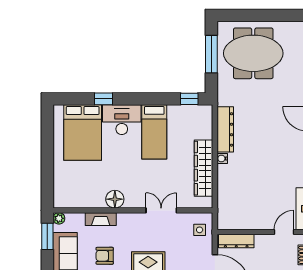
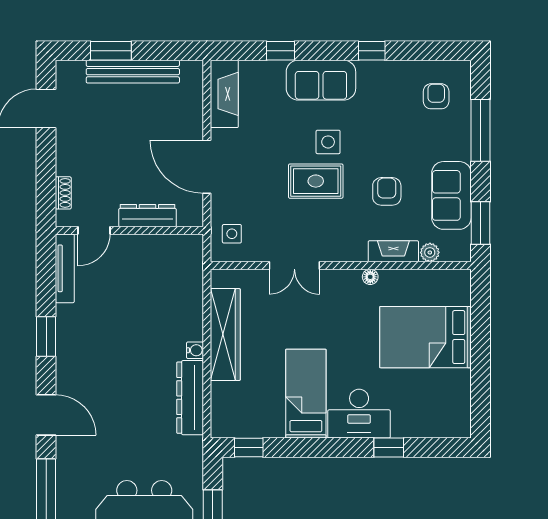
bed: (83, 133) -> (425, 337), moved, turned -90
floor lamp: (115, 199) -> (370, 277), width x0.53, depth x0.53
plant: (59, 218) -> (430, 252), moved
dresser: (236, 241) -> (148, 216), moved
armchair: (105, 256) -> (387, 191), turned -90

